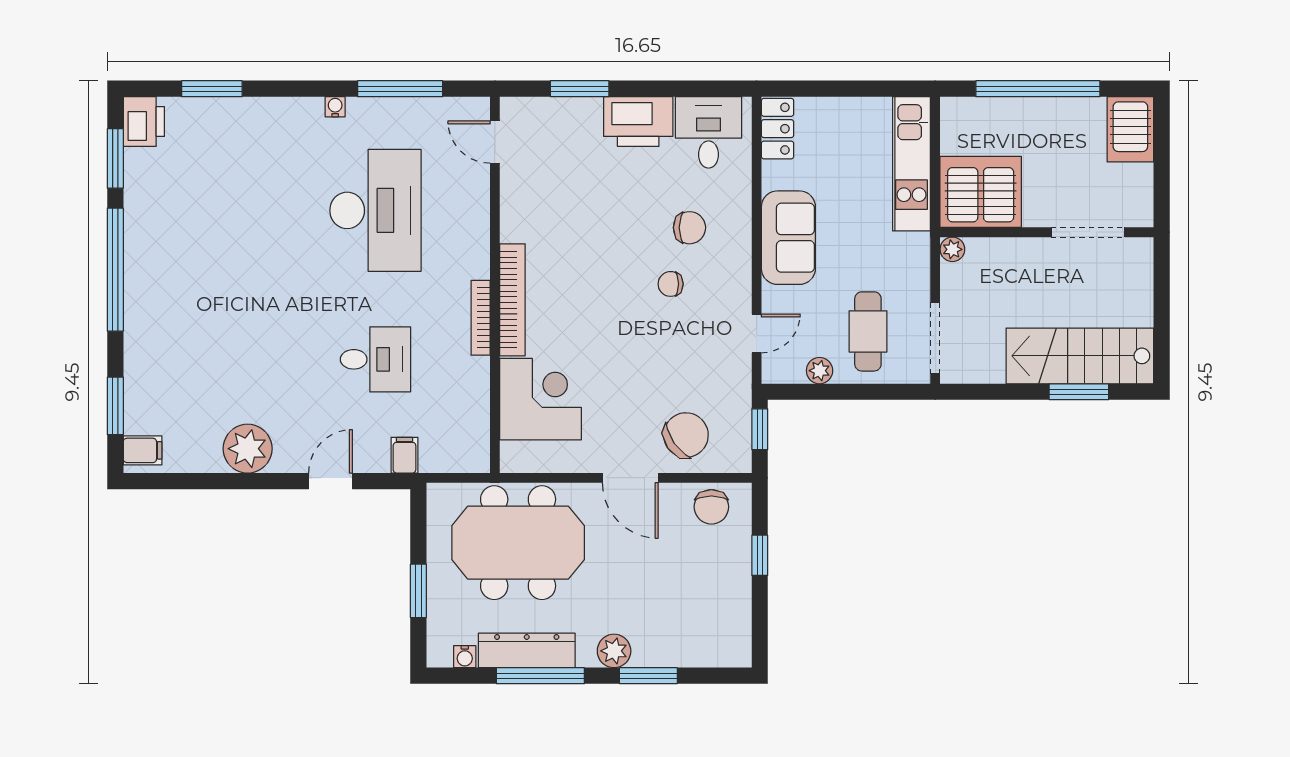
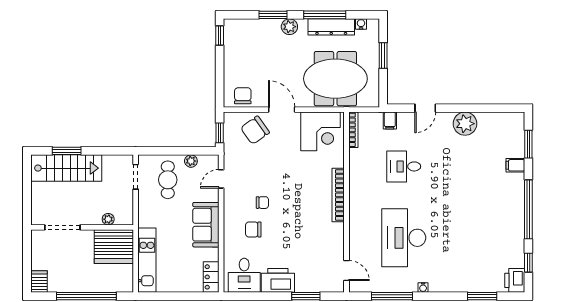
server rack: (1130, 129) -> (39, 281), width x0.73, depth x0.70
window: (115, 158) -> (528, 263), width x0.67
plant: (952, 249) -> (108, 219), moved
bookcase: (481, 318) -> (353, 130), moved
doorway: (935, 338) -> (136, 177), width x0.73
corner desk: (540, 399) -> (321, 131), moved, turned -90
filing cabinet: (143, 450) -> (515, 165), moved
window: (760, 555) -> (220, 36), moved

